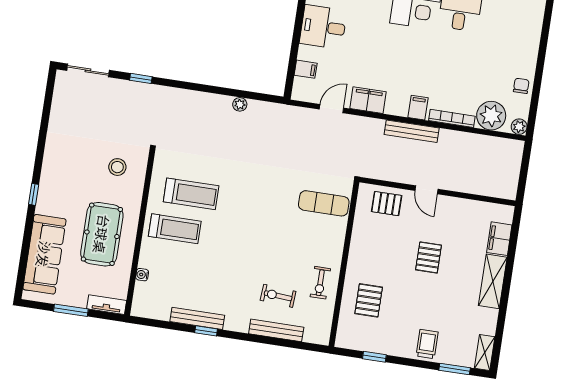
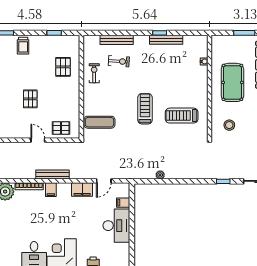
desk: (323, 27) -> (116, 226), width x1.37
treadmill: (175, 229) -> (145, 109), moved, turned 90
tv unit: (107, 305) -> (223, 40), removed

